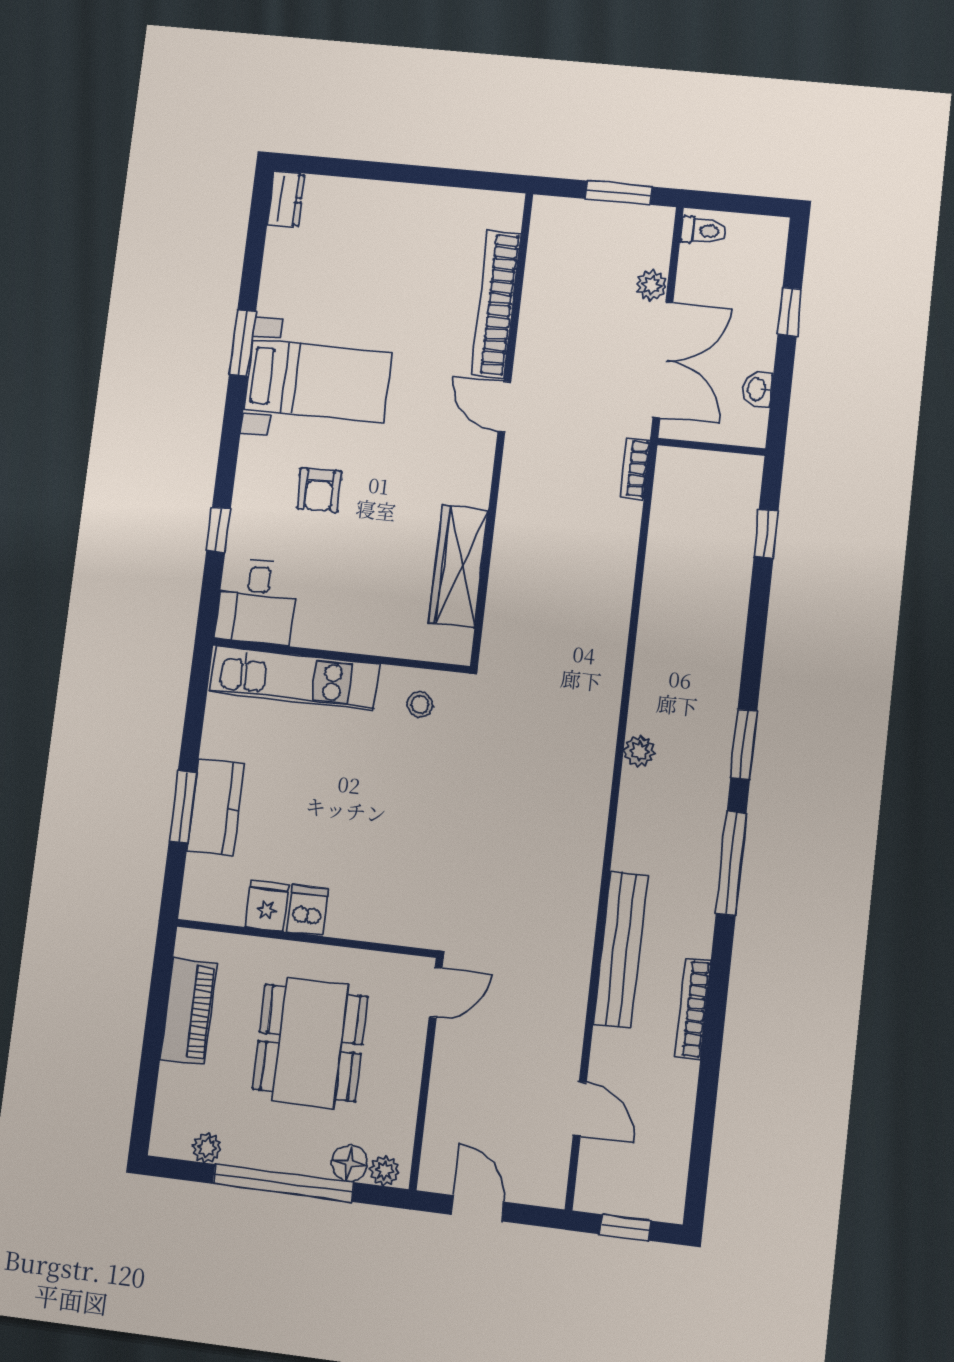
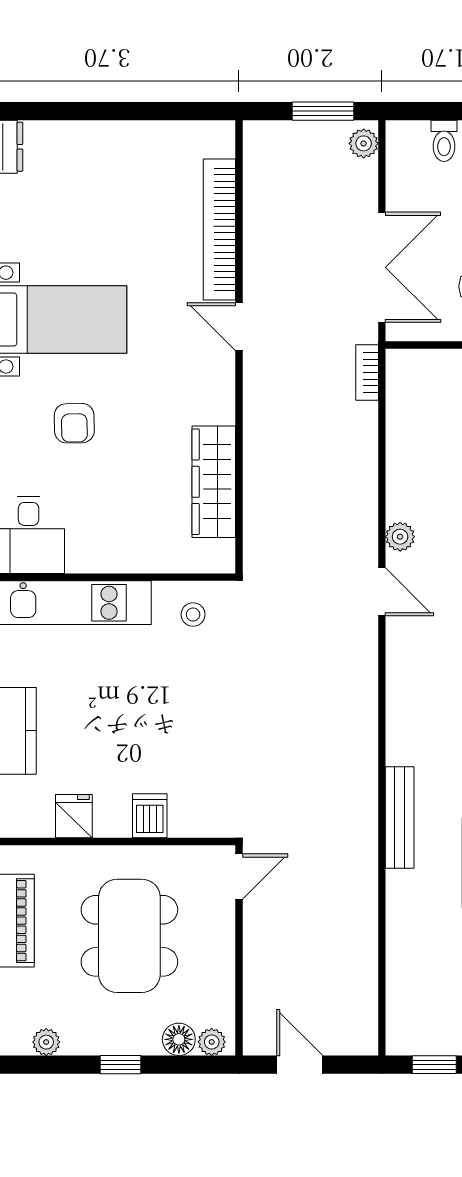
toilet: (703, 231) -> (444, 141), moved, turned 90
plant: (652, 285) -> (364, 143), moved
plant: (639, 751) -> (400, 537), moved
dishwasher: (308, 910) -> (150, 816), moved
bench: (621, 950) -> (400, 818), width x0.73, depth x0.82
door: (580, 1109) -> (382, 592), moved
window: (283, 1183) -> (121, 1065), width x0.32

